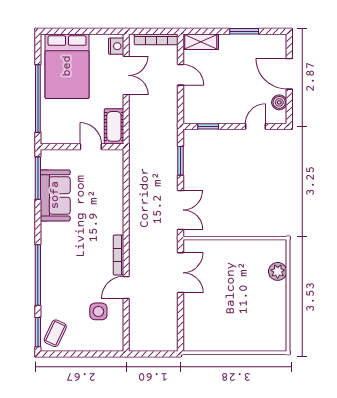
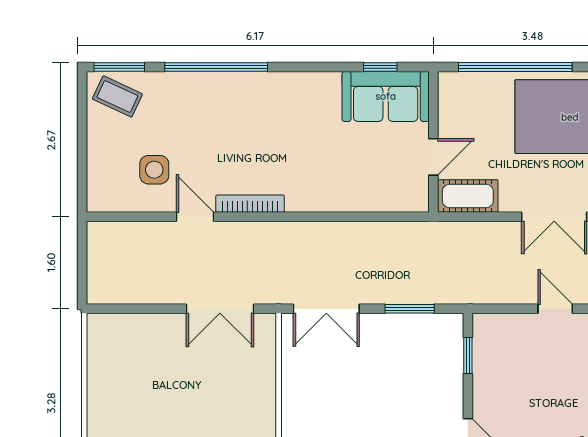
door: (181, 75) -> (555, 309), swing flipped
window: (38, 178) -> (380, 67), width x0.46
sofa: (55, 195) -> (386, 96), moved

